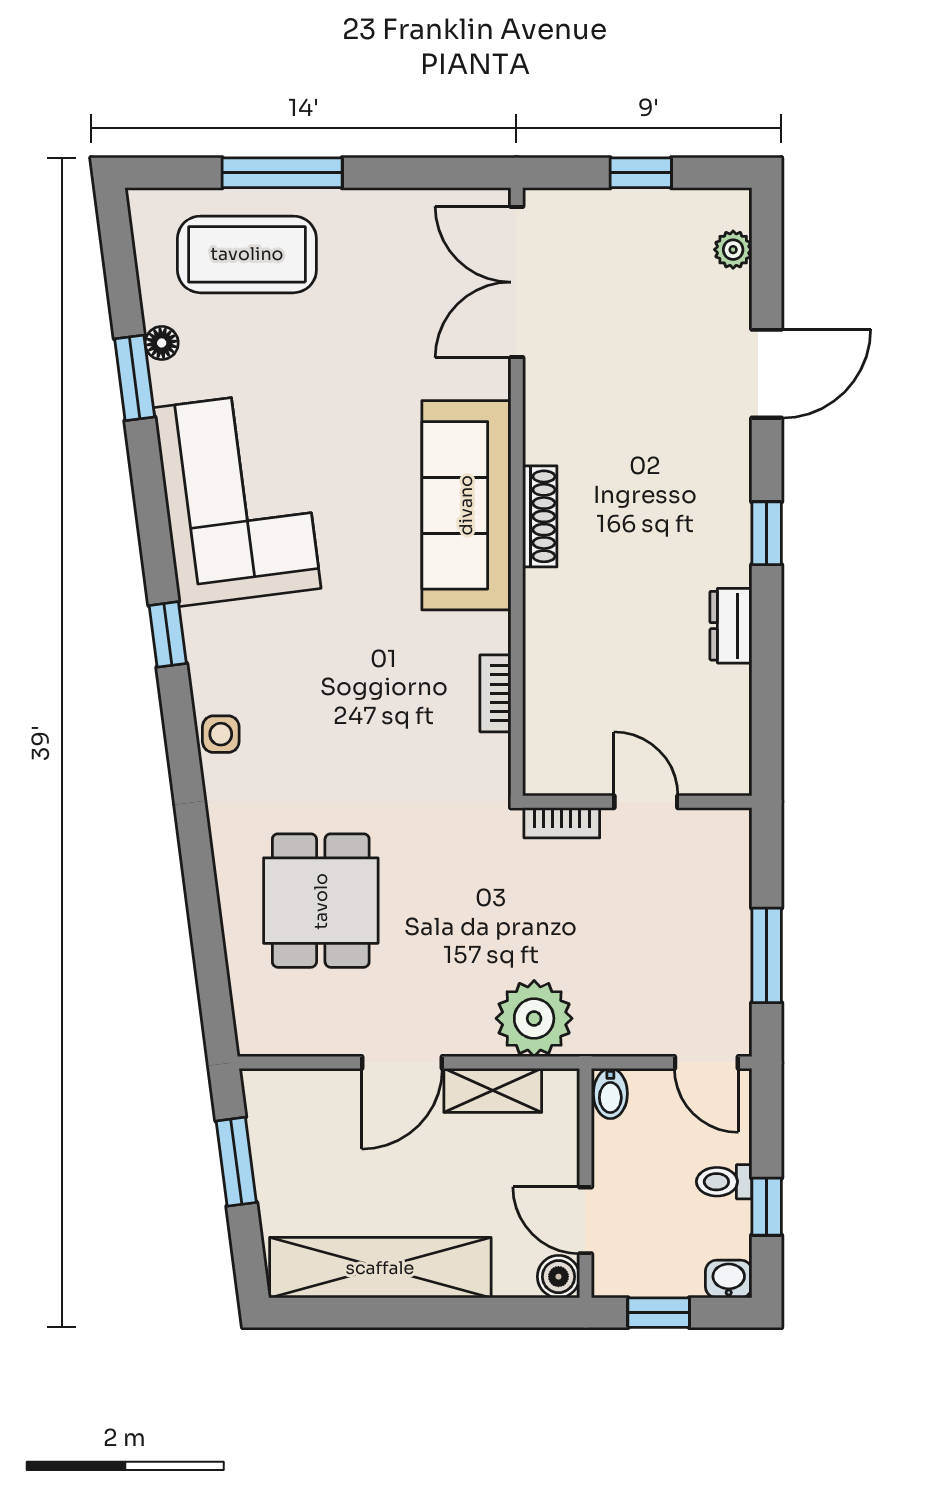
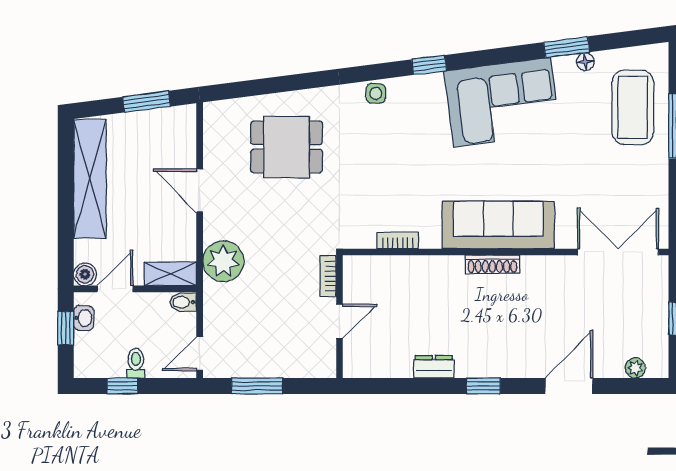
door: (767, 374) -> (569, 386), swing flipped
shelving: (493, 1090) -> (170, 274), moved, turned 90
washbasin: (729, 1279) -> (84, 318), moved

